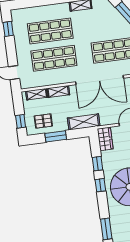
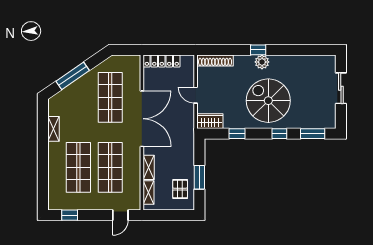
window: (21, 121) -> (177, 215), removed
shelving: (84, 122) -> (187, 143), removed
window: (100, 185) -> (279, 134), moved

